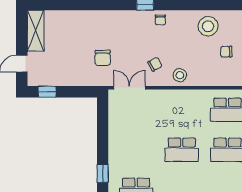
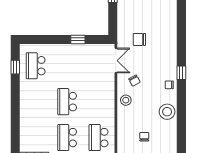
stool: (208, 26) -> (167, 112), moved
window: (103, 173) -> (78, 39), moved

